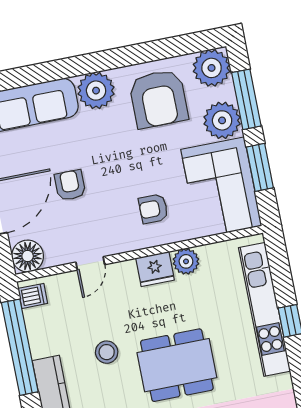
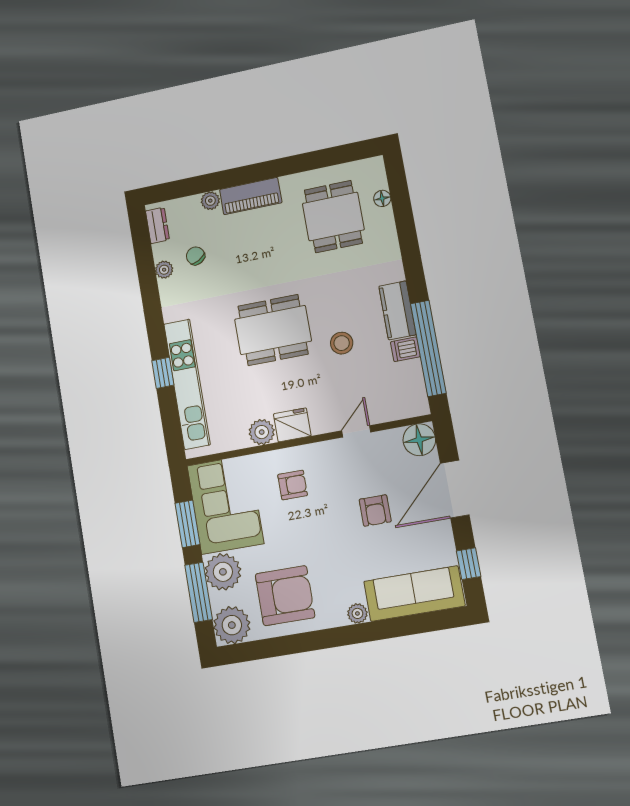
plant: (96, 91) -> (357, 613), width x0.53, depth x0.53
armchair: (158, 99) -> (285, 596), turned 90
dishwasher: (33, 296) -> (405, 349), moved

